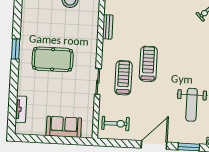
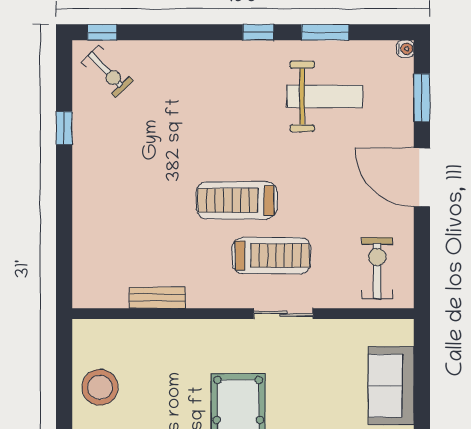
treadmill: (123, 78) -> (272, 256), turned 180

